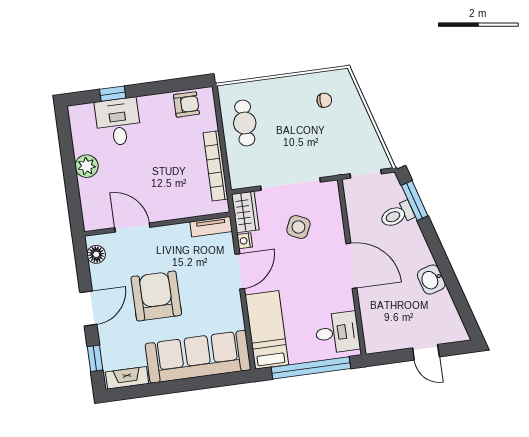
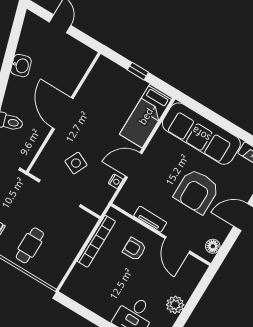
armchair: (186, 104) -> (134, 249), moved
cafe table: (245, 123) -> (30, 245), moved
wardrobe: (245, 212) -> (101, 199), removed
tv unit: (211, 227) -> (150, 219), moved
desk: (337, 333) -> (104, 80), removed
window: (311, 368) -> (138, 71), width x0.32

